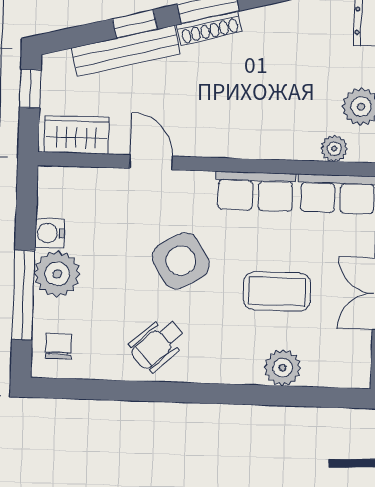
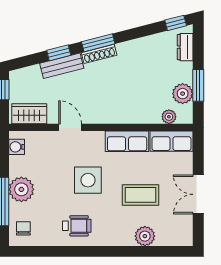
bench: (126, 51) -> (62, 66), width x0.73
water cooler: (50, 233) -> (17, 147), moved
side table: (181, 261) -> (88, 180), turned 31
wheelchair: (157, 344) -> (77, 226), turned -138

